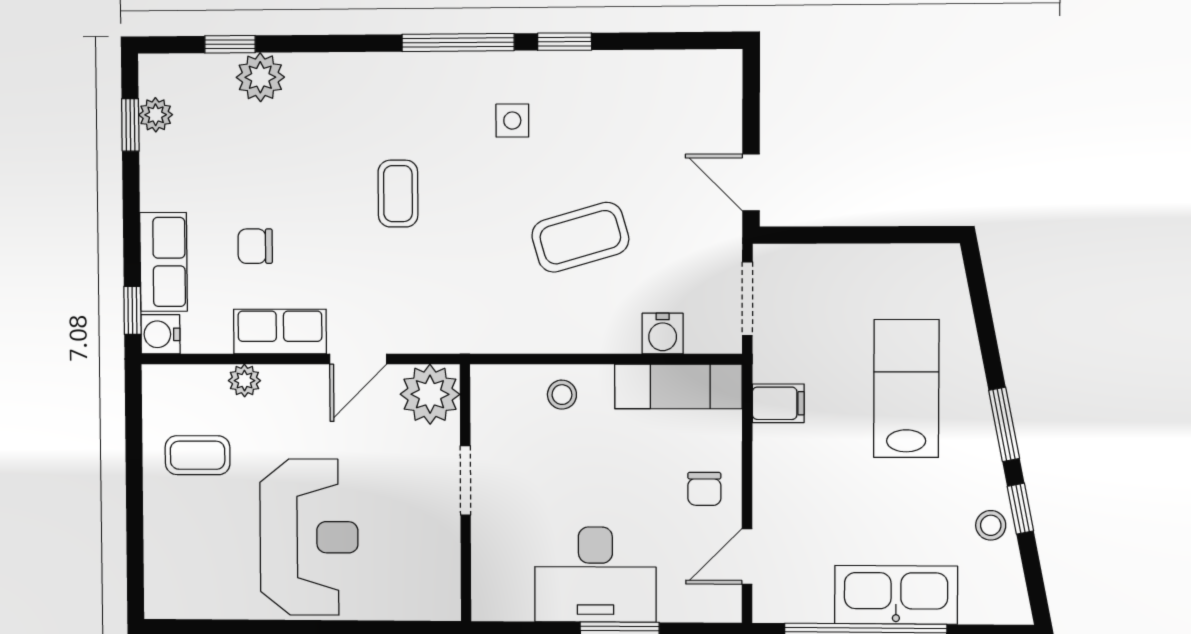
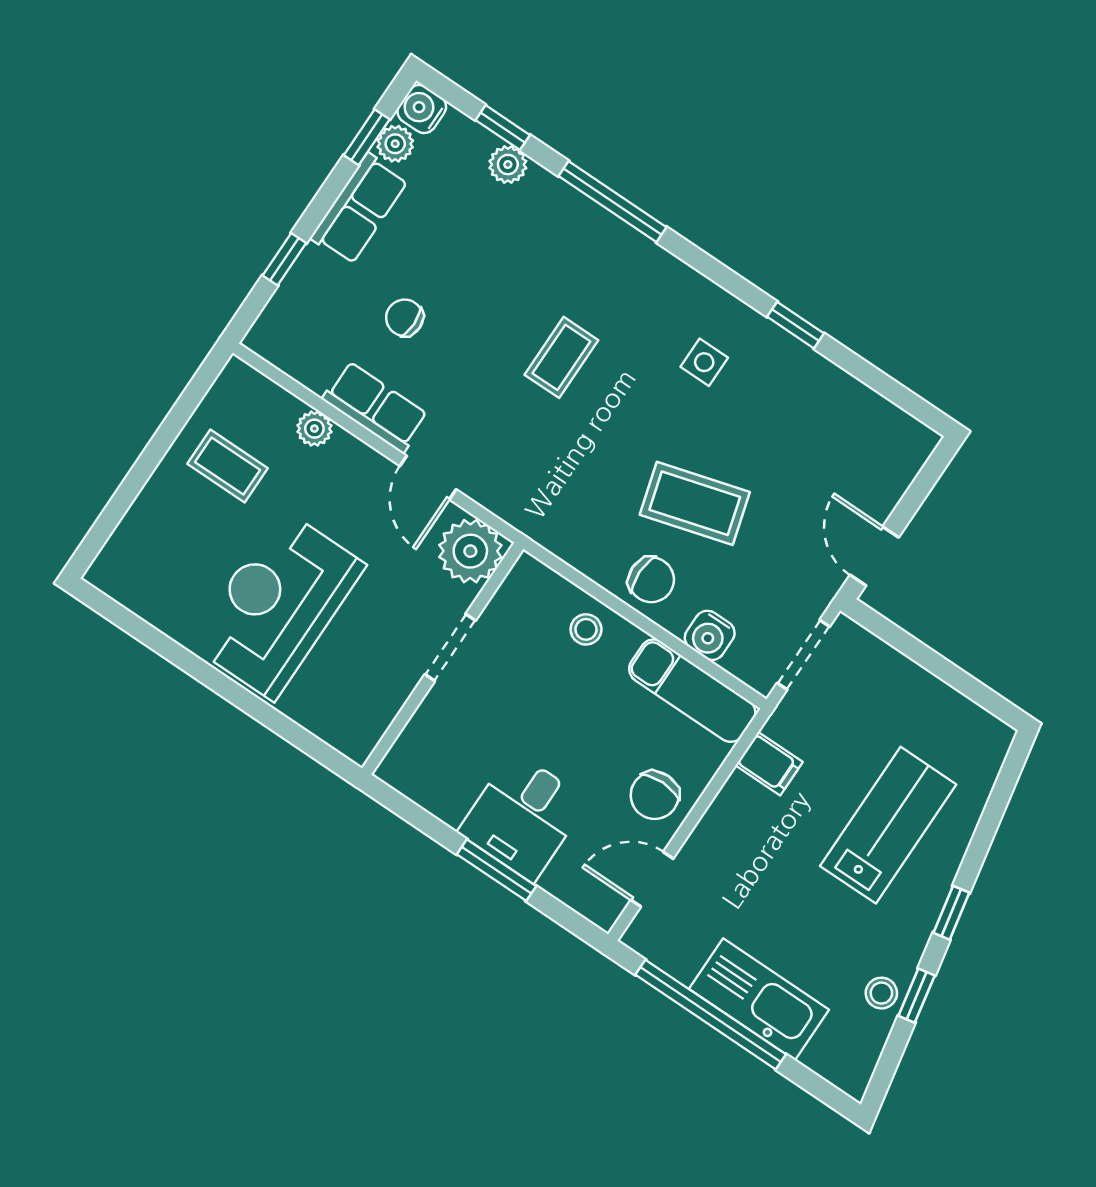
window: (458, 42) -> (612, 202), moved
plant: (260, 77) -> (508, 165), width x0.73, depth x0.73
row of seats: (164, 262) -> (359, 209), moved
window: (132, 310) -> (284, 259), moved
chair: (587, 321) -> (651, 580), added
water cooler: (160, 334) -> (422, 109), moved
door: (358, 359) -> (428, 478), hinge flipped
window: (1004, 424) -> (951, 913), width x0.67
chair: (704, 489) -> (655, 795), width x1.37, depth x1.37
reception desk: (309, 537) -> (277, 605), turned 180
desk: (595, 575) -> (523, 816), width x0.73

